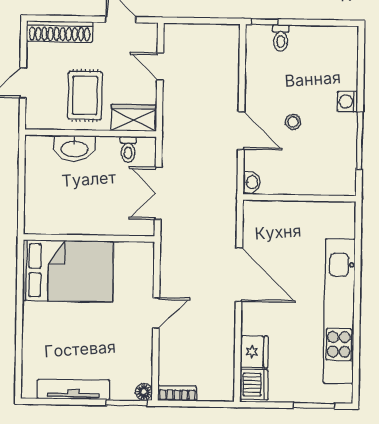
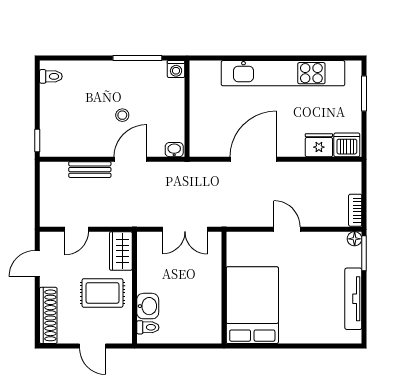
toilet: (281, 38) -> (51, 76), moved
bench: (230, 83) -> (90, 170), added
washing machine: (347, 102) -> (176, 69), moved
washbasin: (75, 148) -> (148, 306), width x0.72
toilet: (128, 149) -> (148, 327), moved

